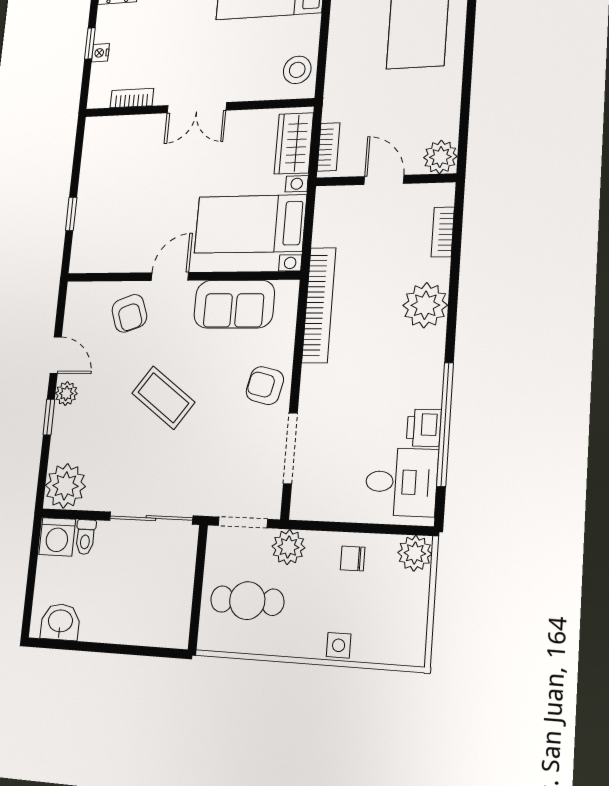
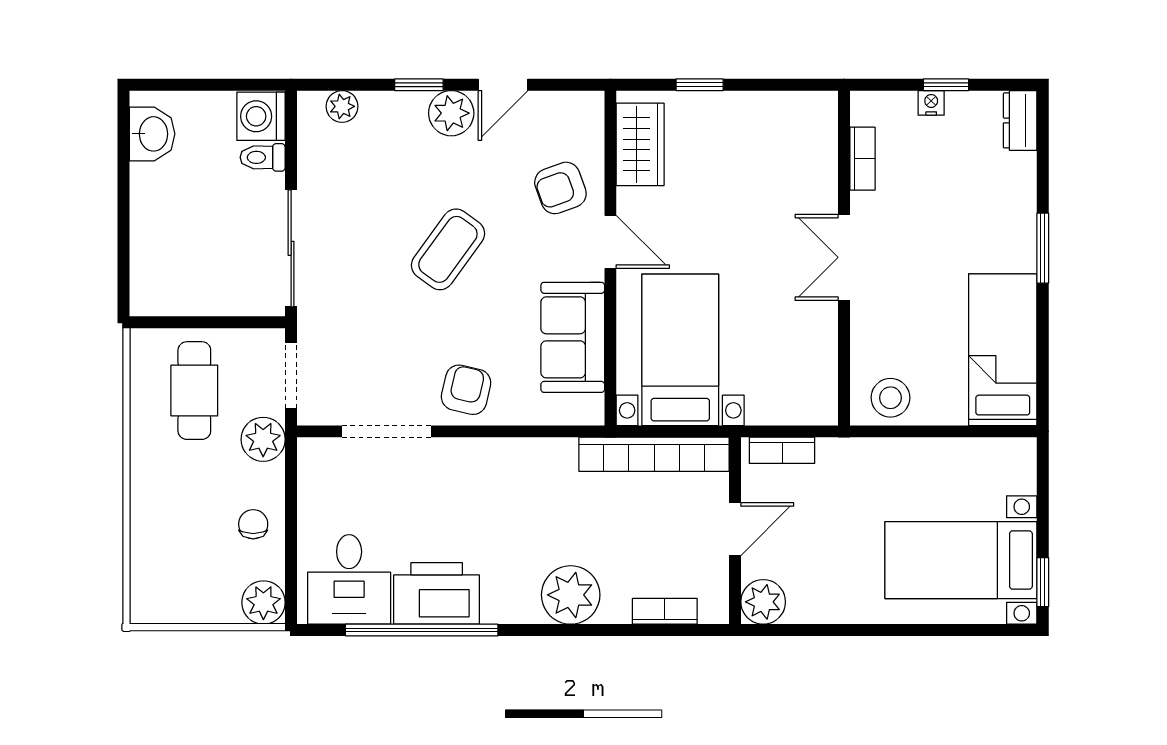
wardrobe: (294, 143) -> (640, 144), moved, turned 90
bookcase: (319, 305) -> (654, 454), moved
plant: (66, 393) -> (451, 113), width x1.38, depth x1.38
printer: (424, 428) -> (437, 593), width x1.87, depth x1.48
plant: (65, 486) -> (342, 106), width x0.53, depth x0.53
side table: (339, 645) -> (148, 514), removed

